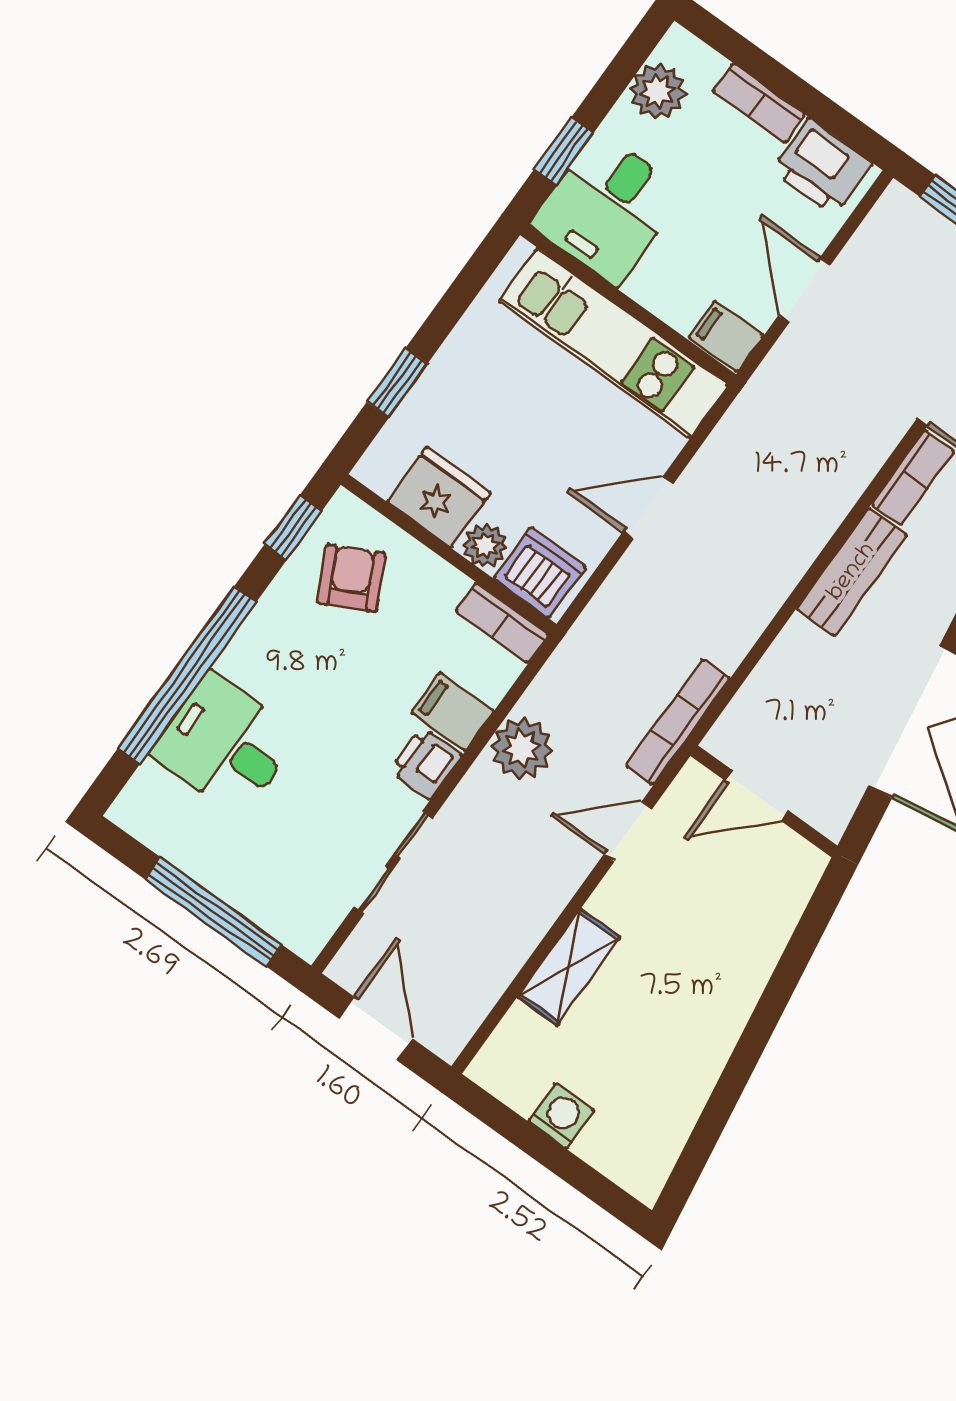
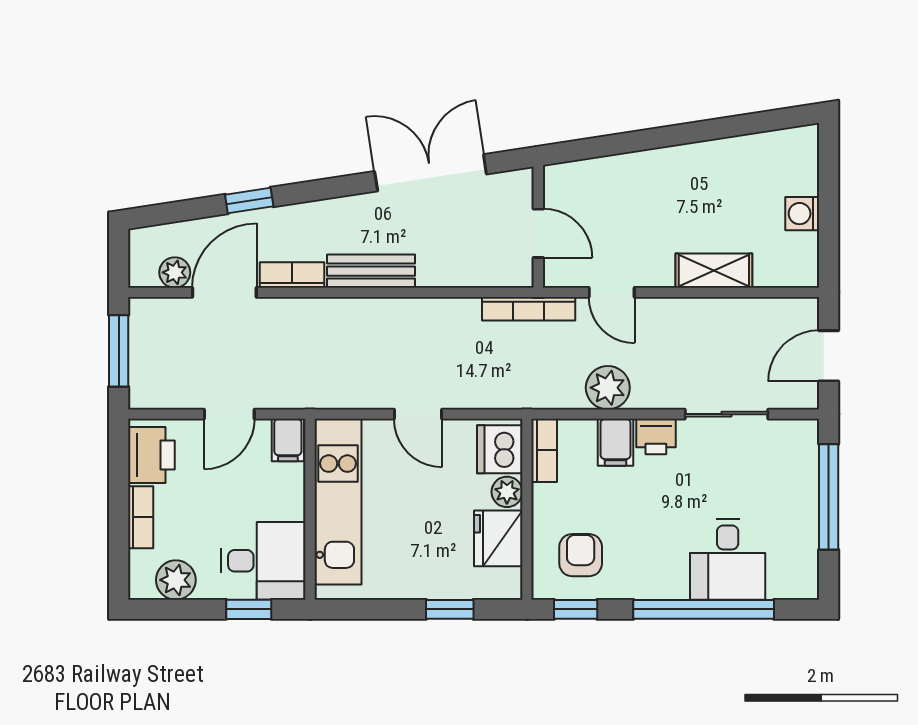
armchair: (351, 578) -> (581, 555), turned 117

